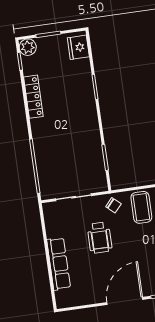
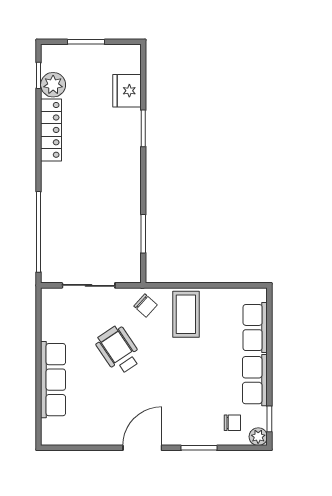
plant: (28, 47) -> (53, 85), moved
fridge: (78, 47) -> (127, 91), moved
wheelchair: (100, 238) -> (118, 350), turned 146
door: (125, 301) -> (142, 448), width x0.73

